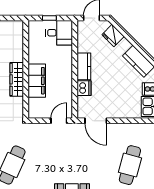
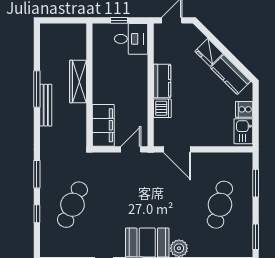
fridge: (113, 36) -> (209, 52), moved
wardrobe: (17, 79) -> (78, 82), moved
filing cabinet: (37, 81) -> (103, 125), moved

